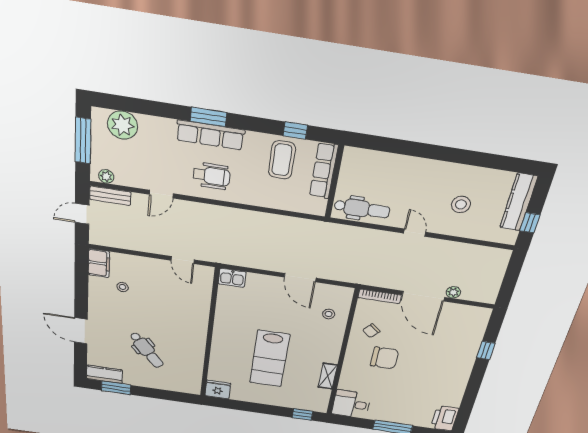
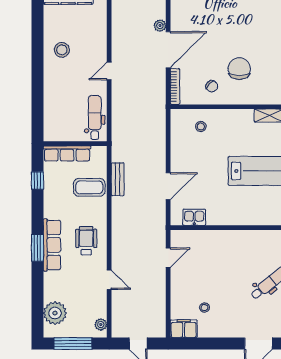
coffee table: (282, 160) -> (89, 187), moved
bench: (110, 196) -> (118, 179), moved
stool: (461, 204) -> (62, 50), moved
kitchen sink: (232, 278) -> (194, 217), moved, turned -90
door: (300, 278) -> (168, 186), moved

